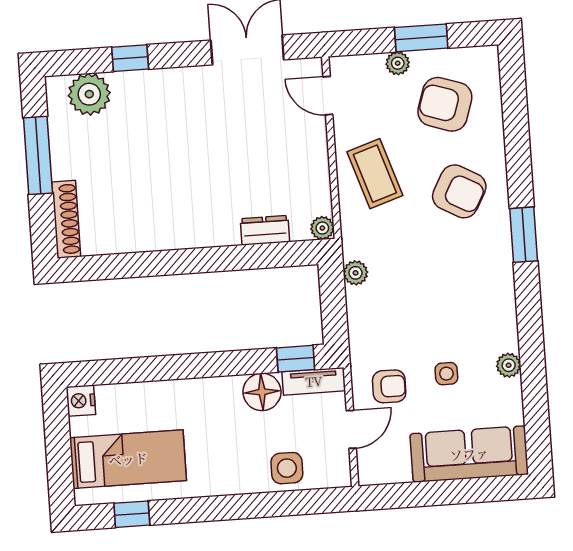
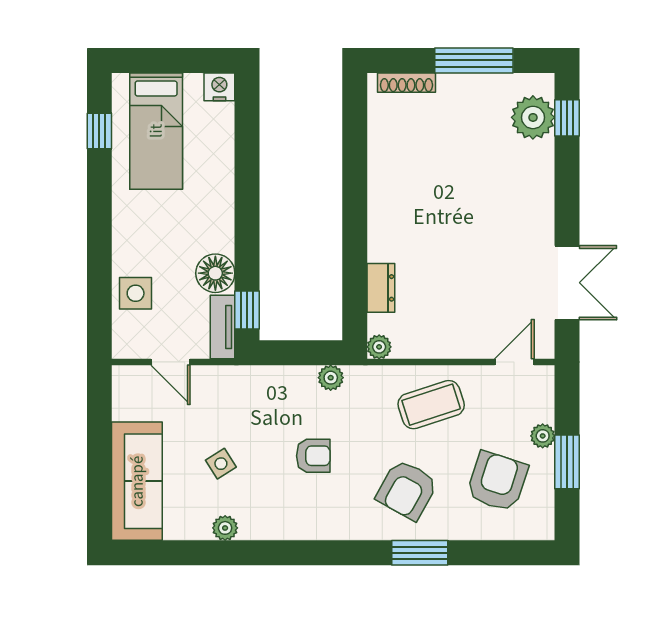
window: (130, 58) -> (567, 118), moved
shoe rack: (66, 219) -> (407, 83), width x0.74, depth x0.81
window: (524, 235) -> (420, 553), moved
side table: (446, 374) -> (221, 464), turned -32
armchair: (389, 386) -> (313, 456), moved, turned -90

